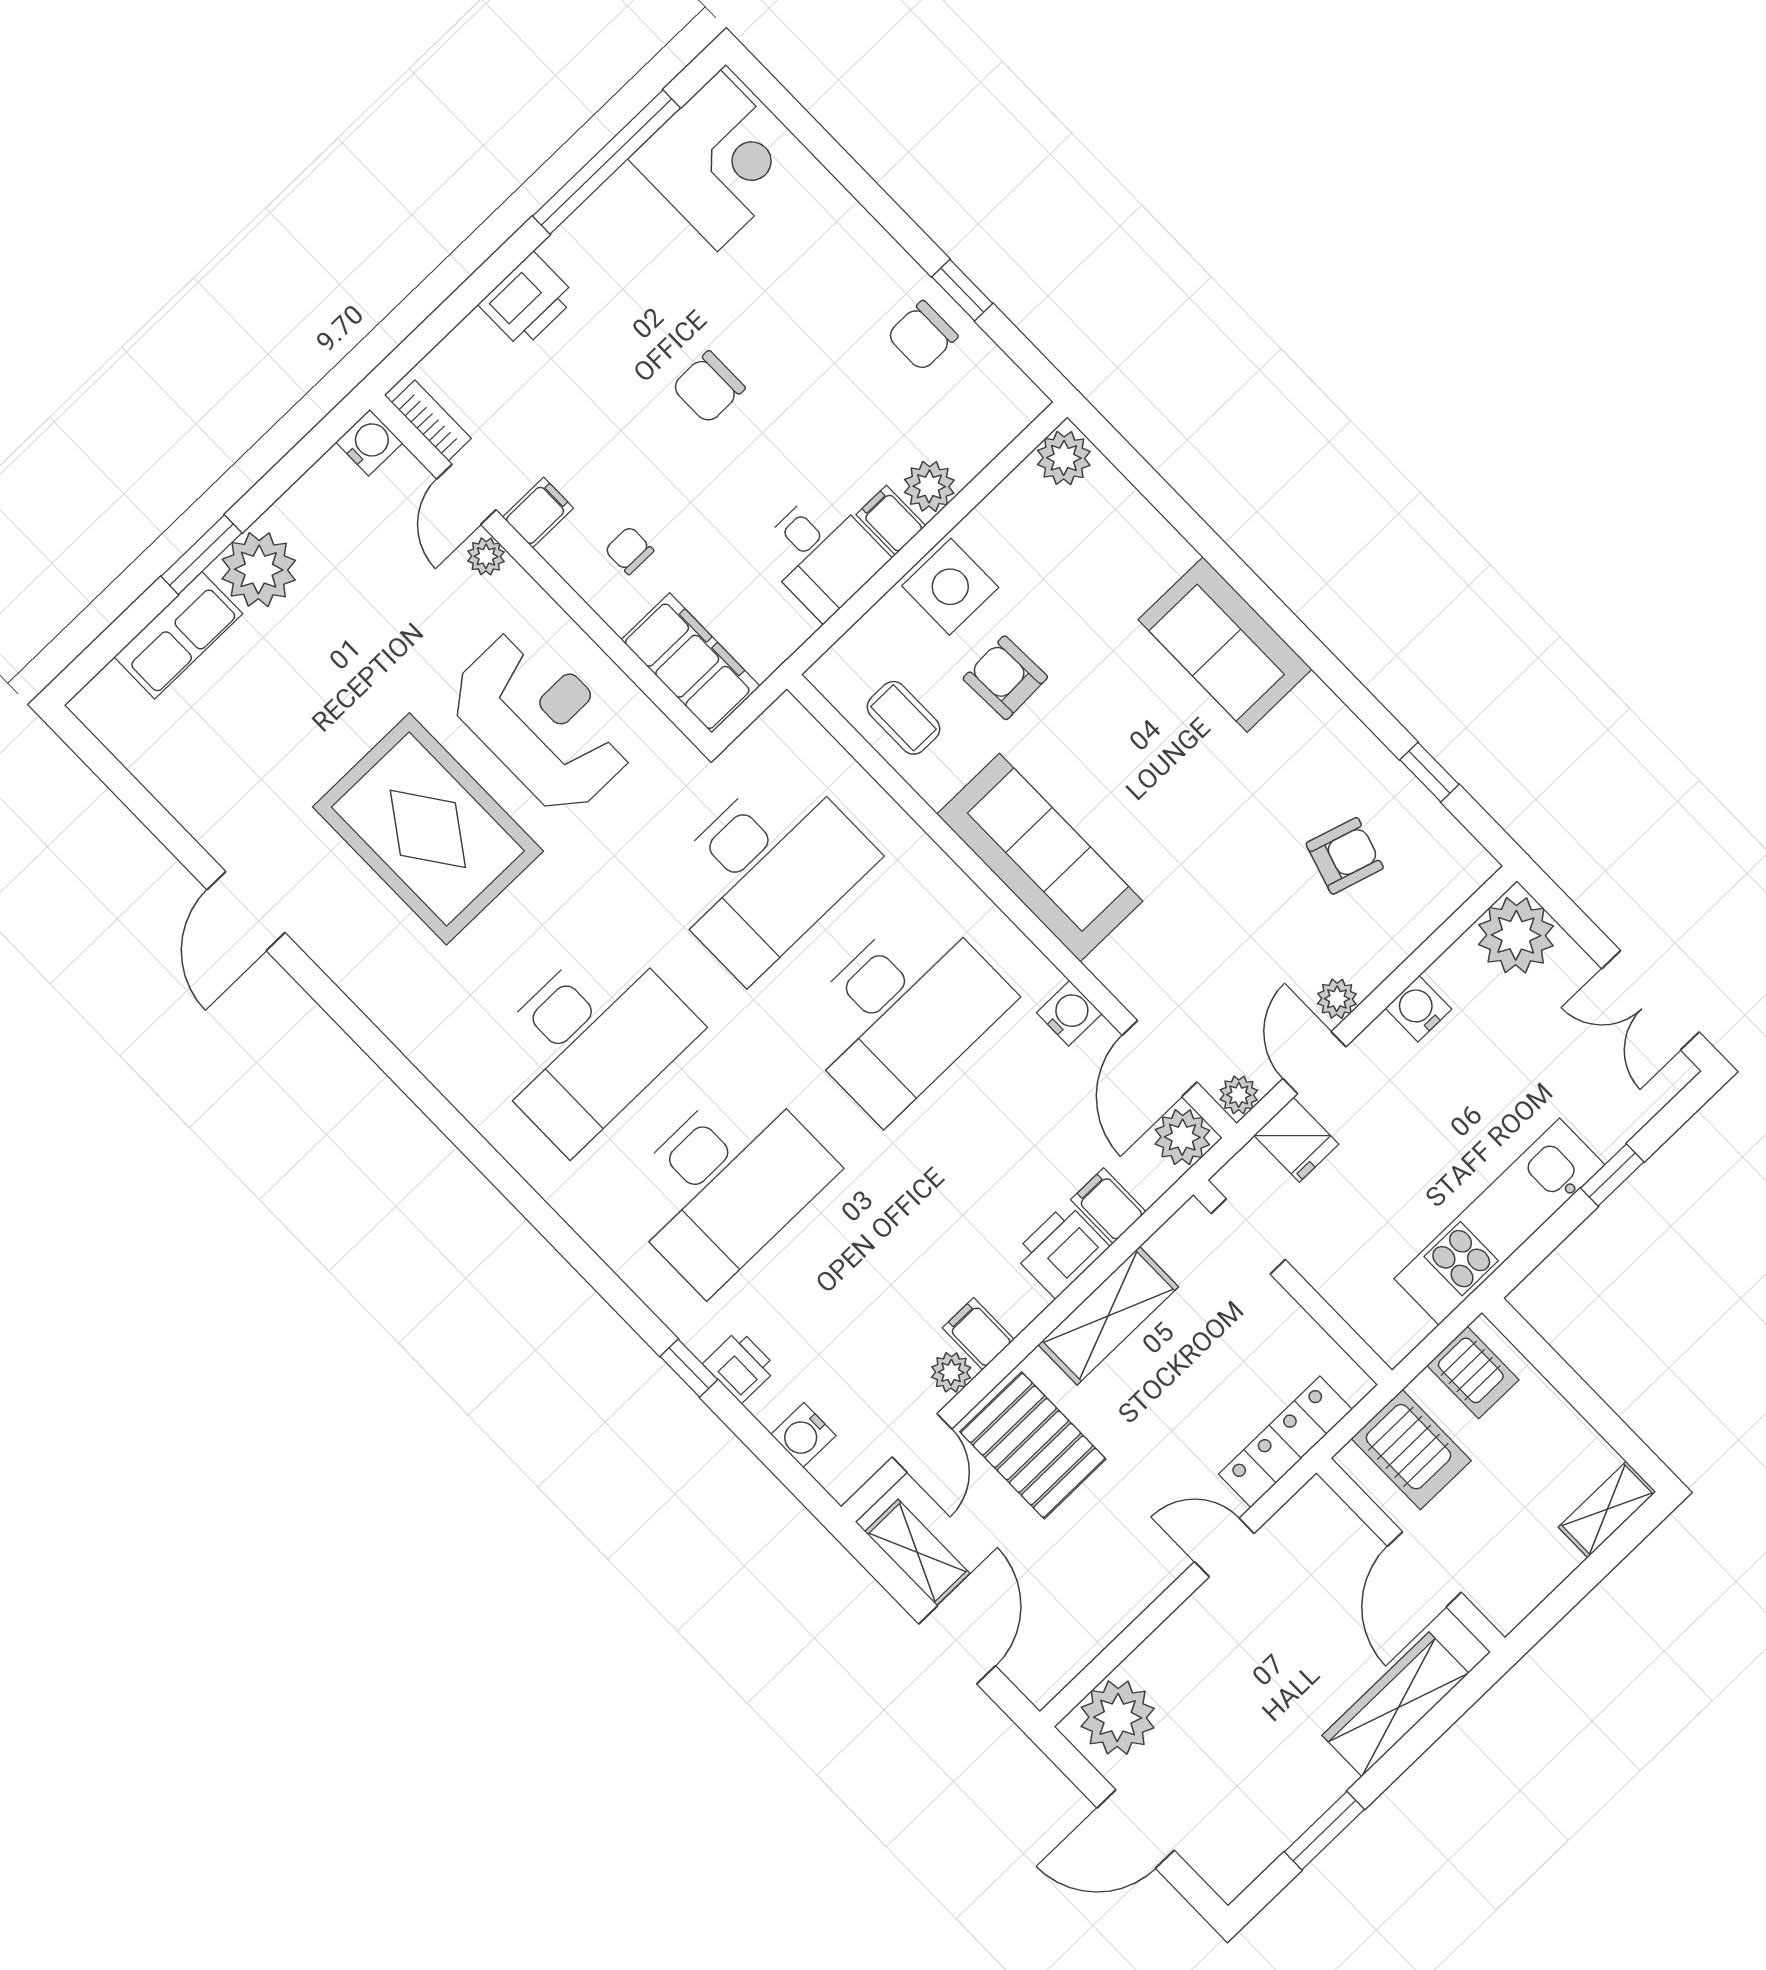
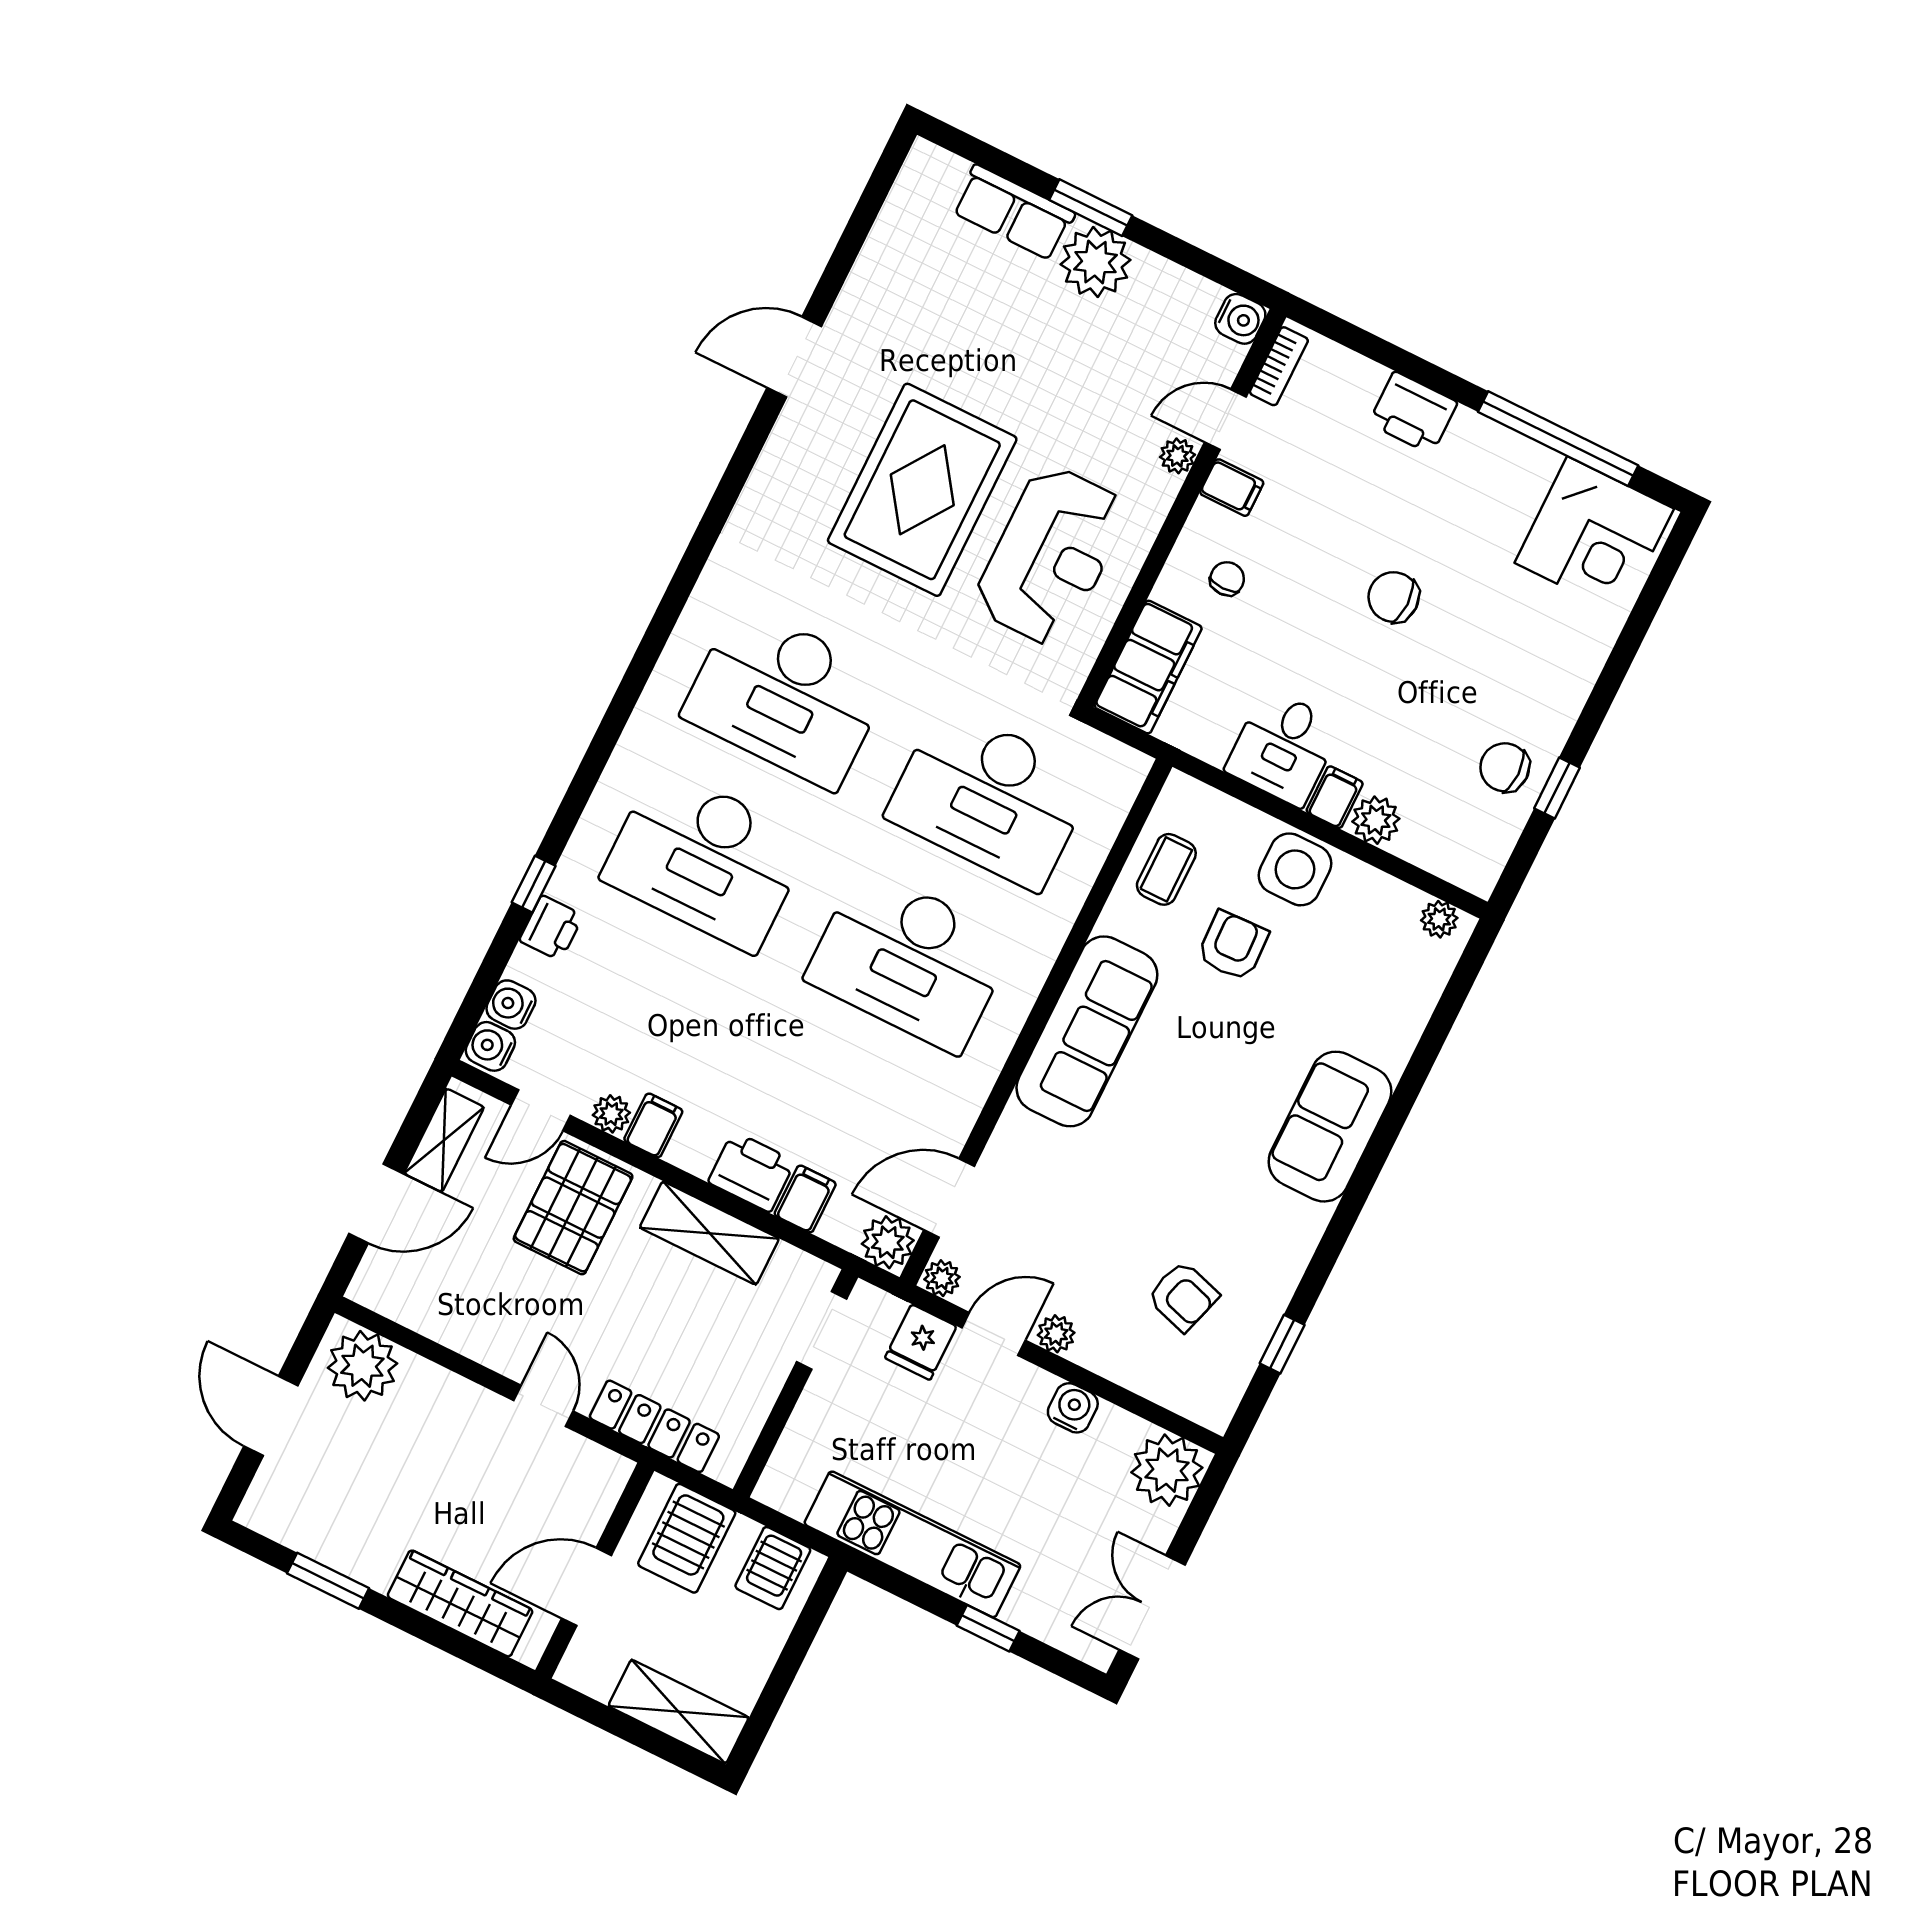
plant: (1064, 458) -> (1439, 919), width x0.73, depth x0.73
water cooler: (1069, 1013) -> (490, 1046), moved, turned 180
shelving: (1607, 1509) -> (679, 1712), width x1.50, depth x1.33

